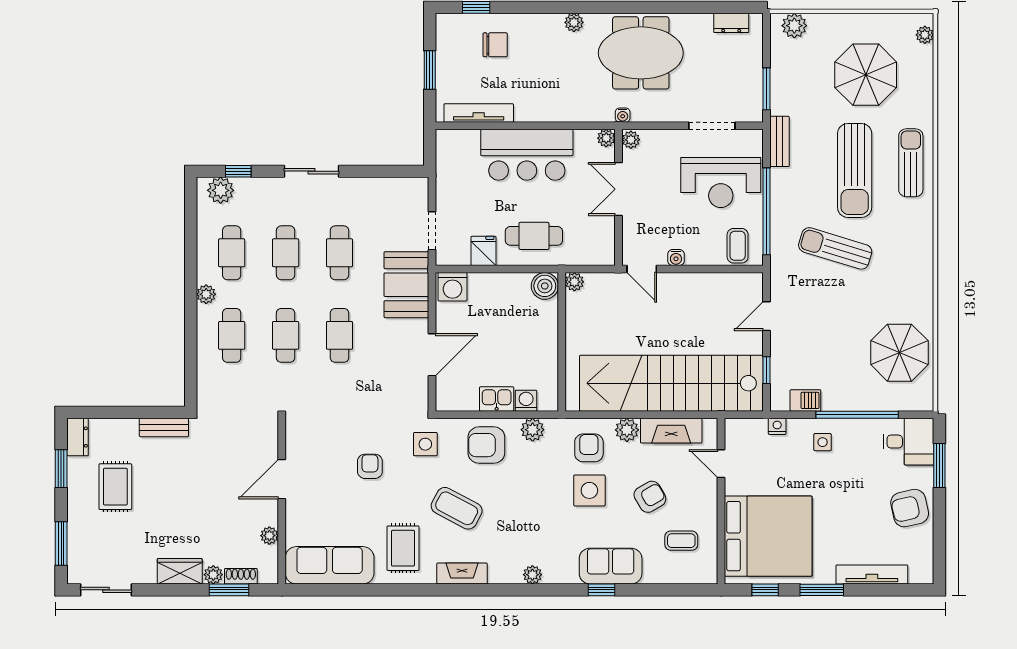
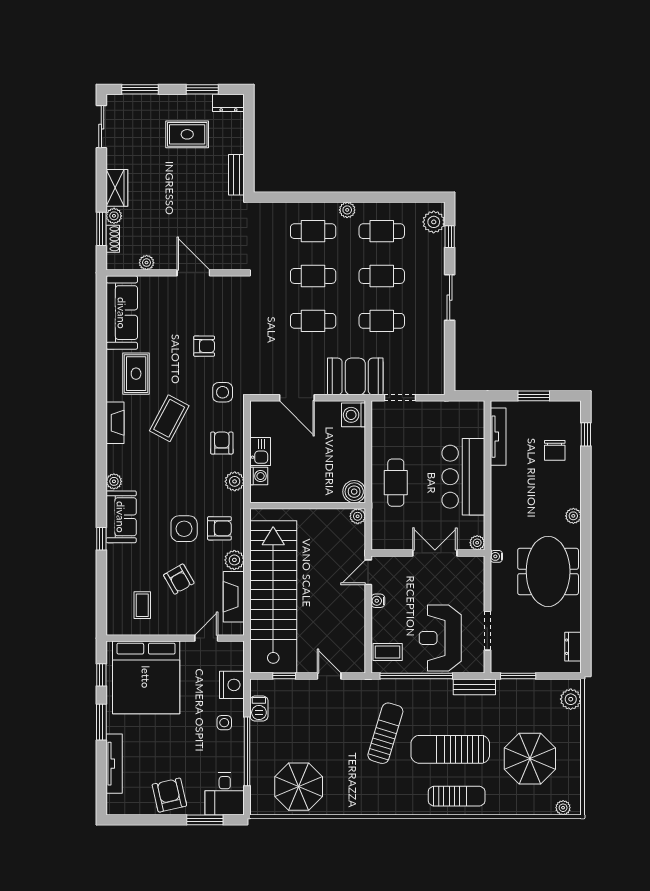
plant: (631, 140) -> (476, 563), removed
fridge: (484, 251) -> (383, 441), removed
nightstand: (777, 426) -> (232, 685), width x1.89, depth x1.79
armchair: (486, 445) -> (222, 443), width x0.72, depth x0.72
rug: (403, 548) -> (136, 374), turned 90
sofa: (611, 566) -> (121, 517), moved

